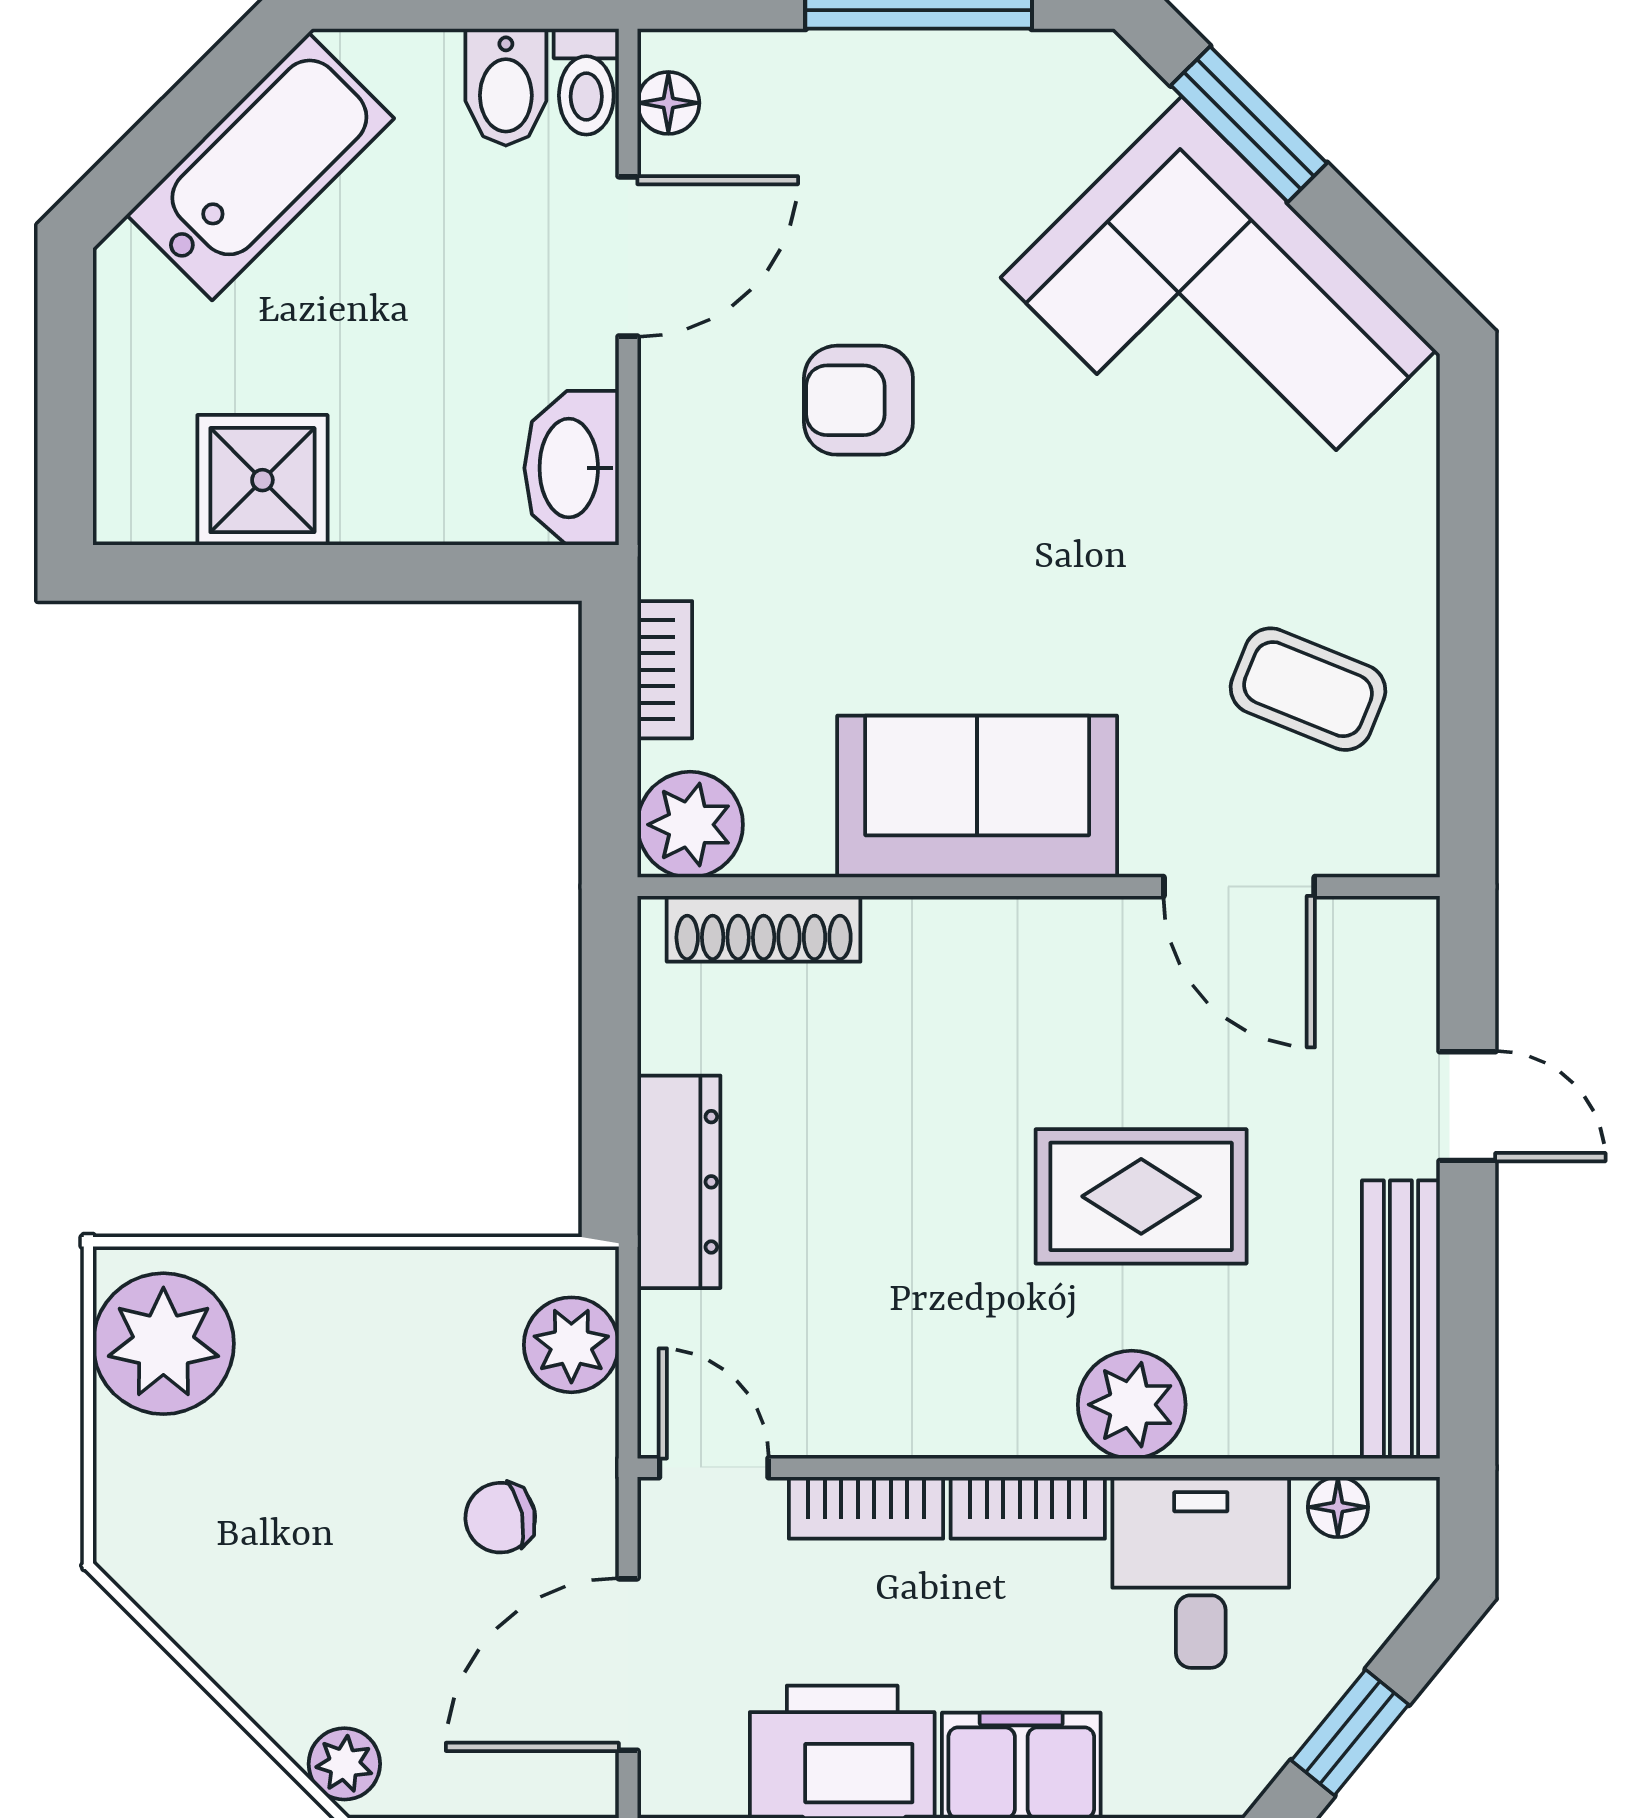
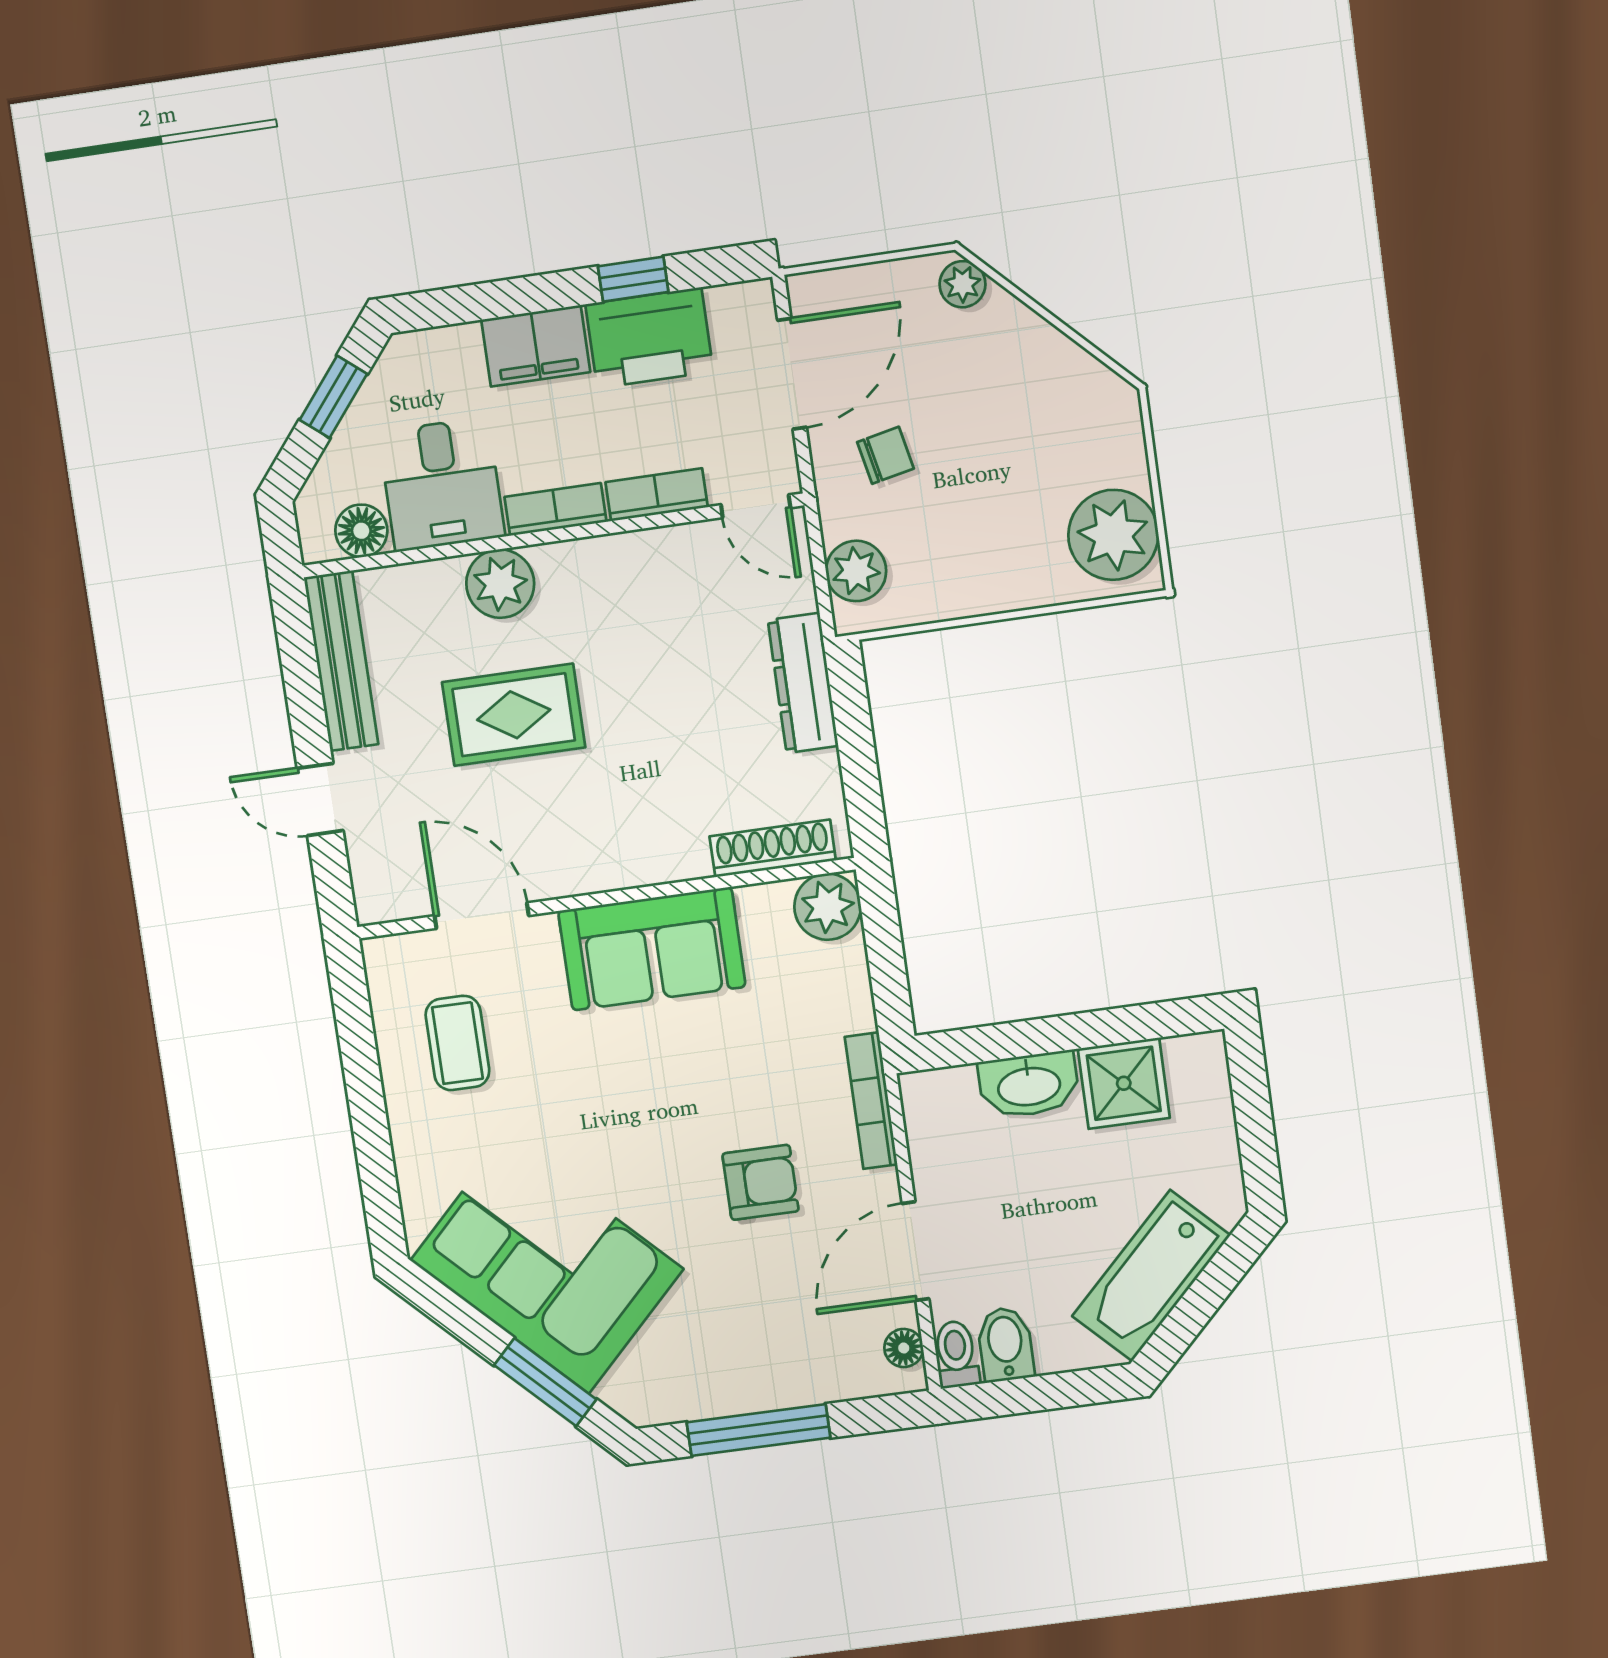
washbasin: (572, 468) -> (1029, 1085), moved, turned 90
bookcase: (665, 670) -> (871, 1101), moved, width x1.56
coffee table: (1308, 689) -> (457, 1043), turned 68
floor lamp: (1338, 1507) -> (361, 531), width x1.37, depth x1.37

